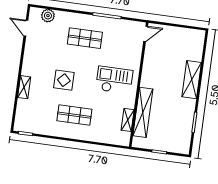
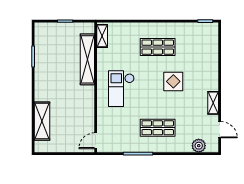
checkout: (114, 80) -> (121, 89), turned 90
shelving: (192, 80) -> (42, 121), moved
shelving: (24, 87) -> (213, 103), moved
shelving: (128, 120) -> (102, 36), moved

